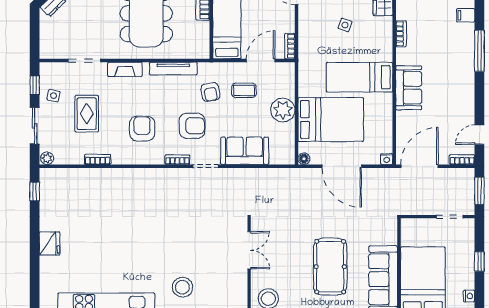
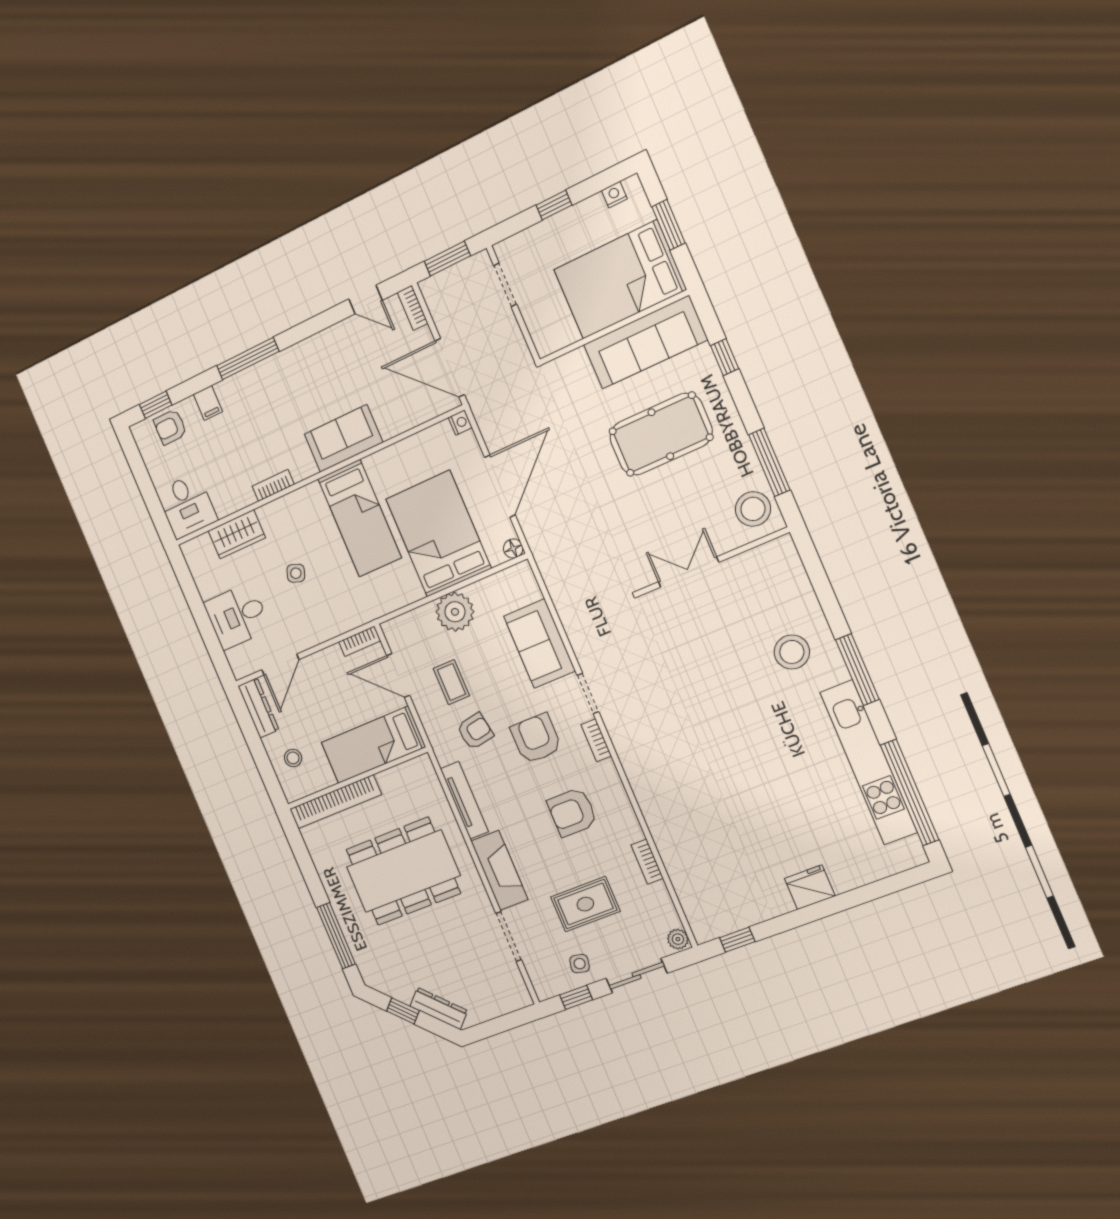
fireplace: (125, 69) -> (499, 870), width x1.37, depth x1.32

